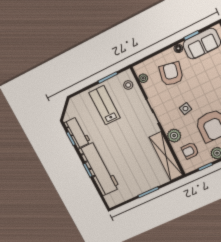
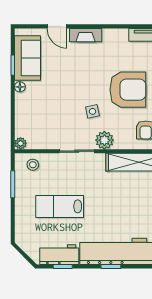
armchair: (171, 74) -> (45, 109), removed
plant: (143, 78) -> (20, 143), moved
lab bench: (105, 105) -> (60, 206), moved
plant: (174, 136) -> (104, 140), moved

